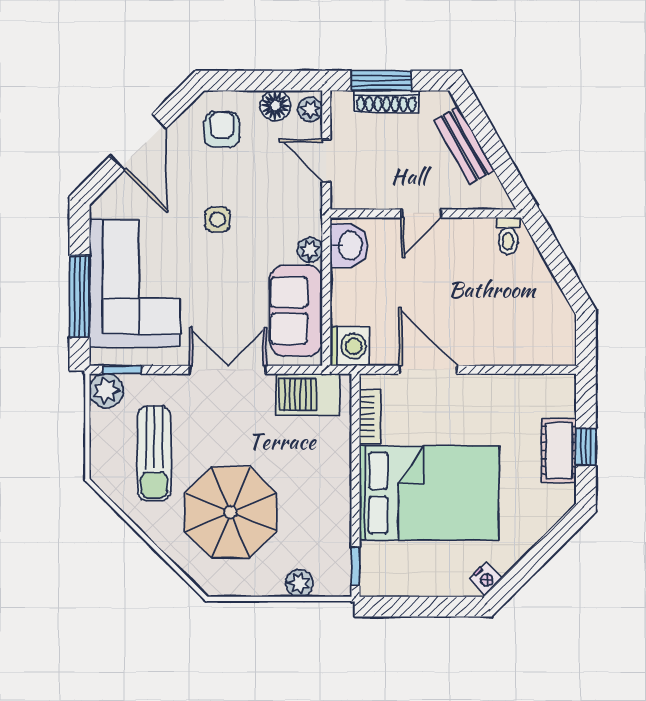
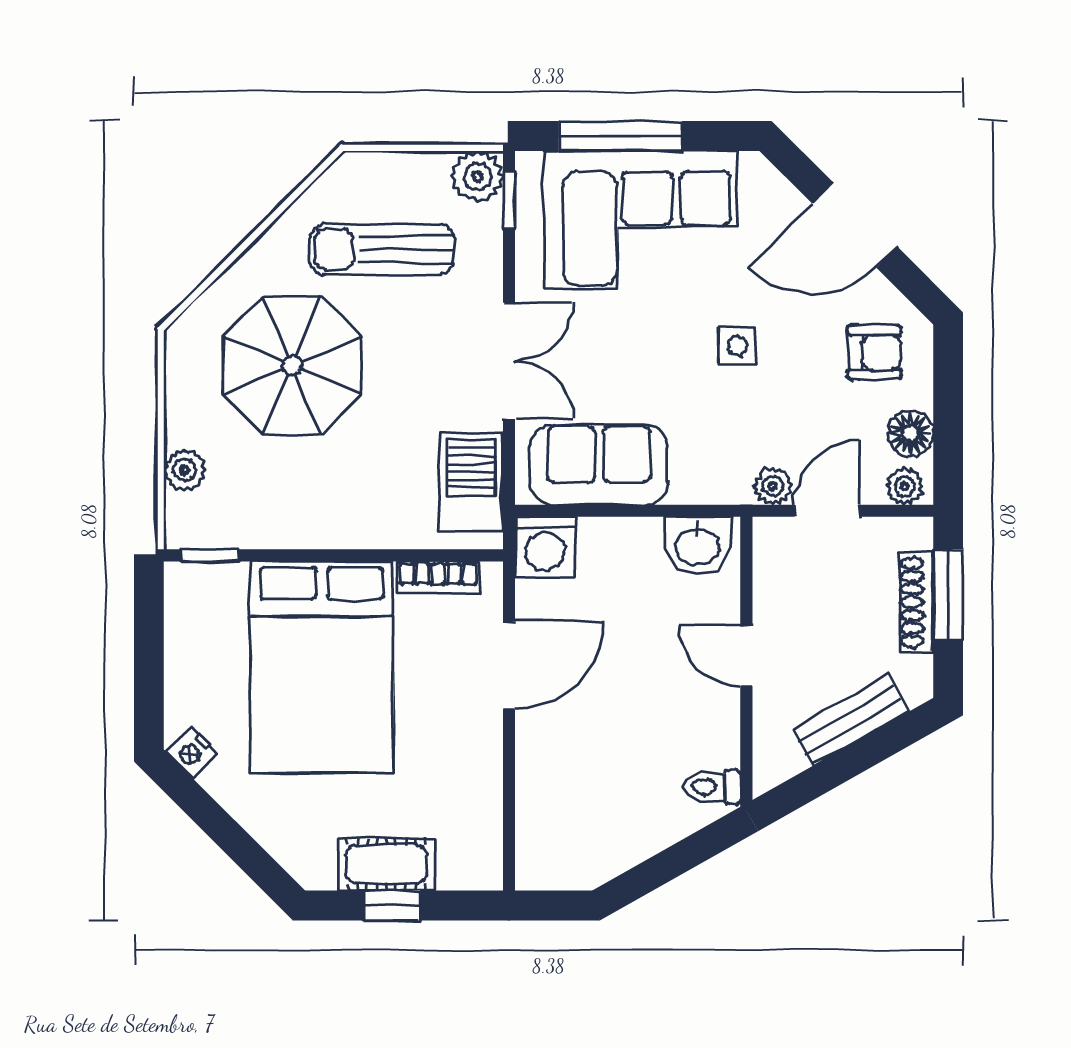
plant: (310, 250) -> (773, 486), moved

